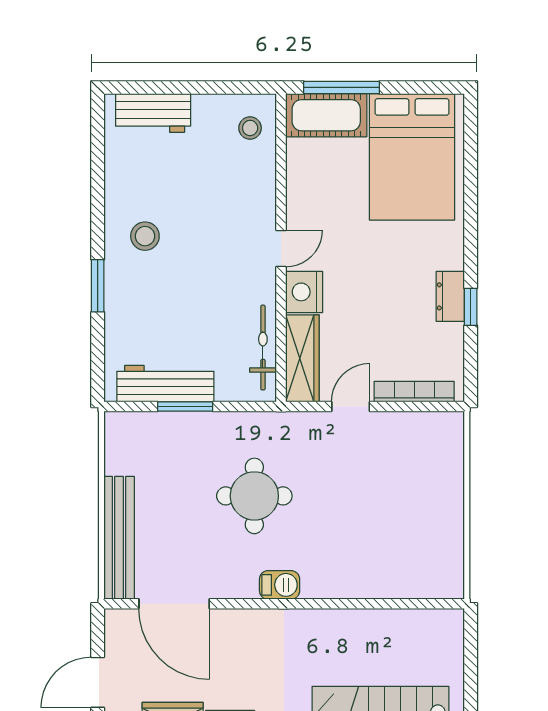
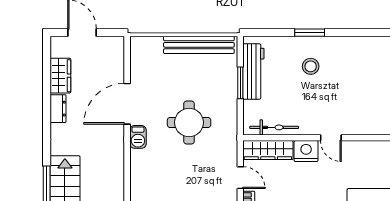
stool: (145, 236) -> (311, 66), moved
bench: (119, 538) -> (199, 45), moved
door: (174, 604) -> (127, 104), moved

